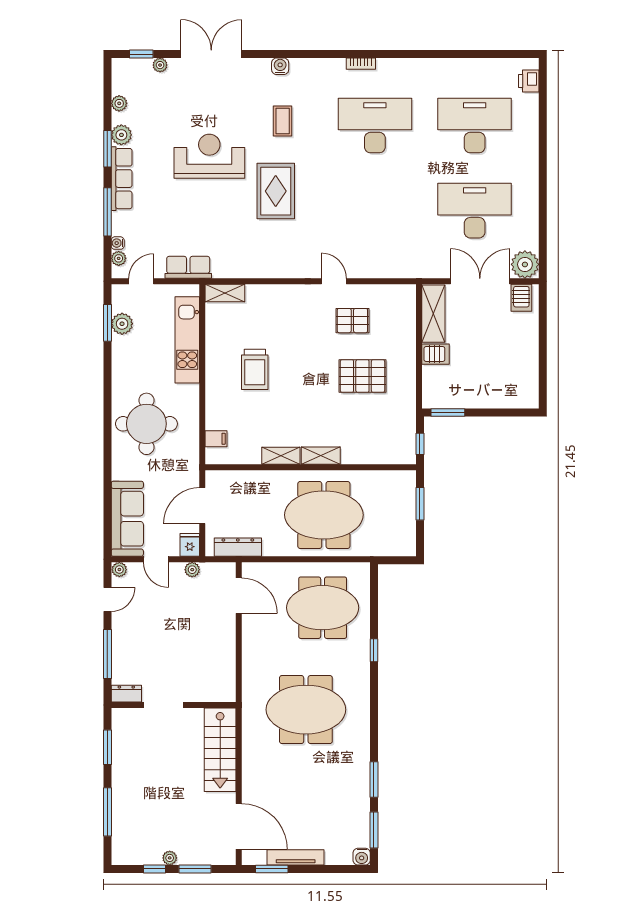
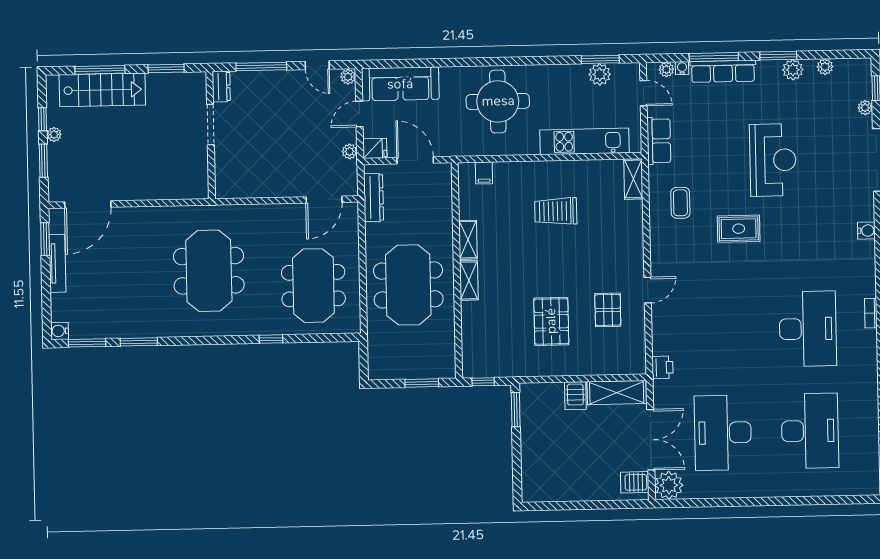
printer: (529, 81) -> (663, 367), moved, turned 90
coffee table: (283, 121) -> (680, 203), moved, turned 90
row of seats: (122, 179) -> (723, 71), moved
rug: (276, 191) -> (739, 229), width x0.73, depth x0.70
desk: (475, 211) -> (723, 433), turned 180
stairs: (220, 750) -> (102, 90), moved, turned 180

